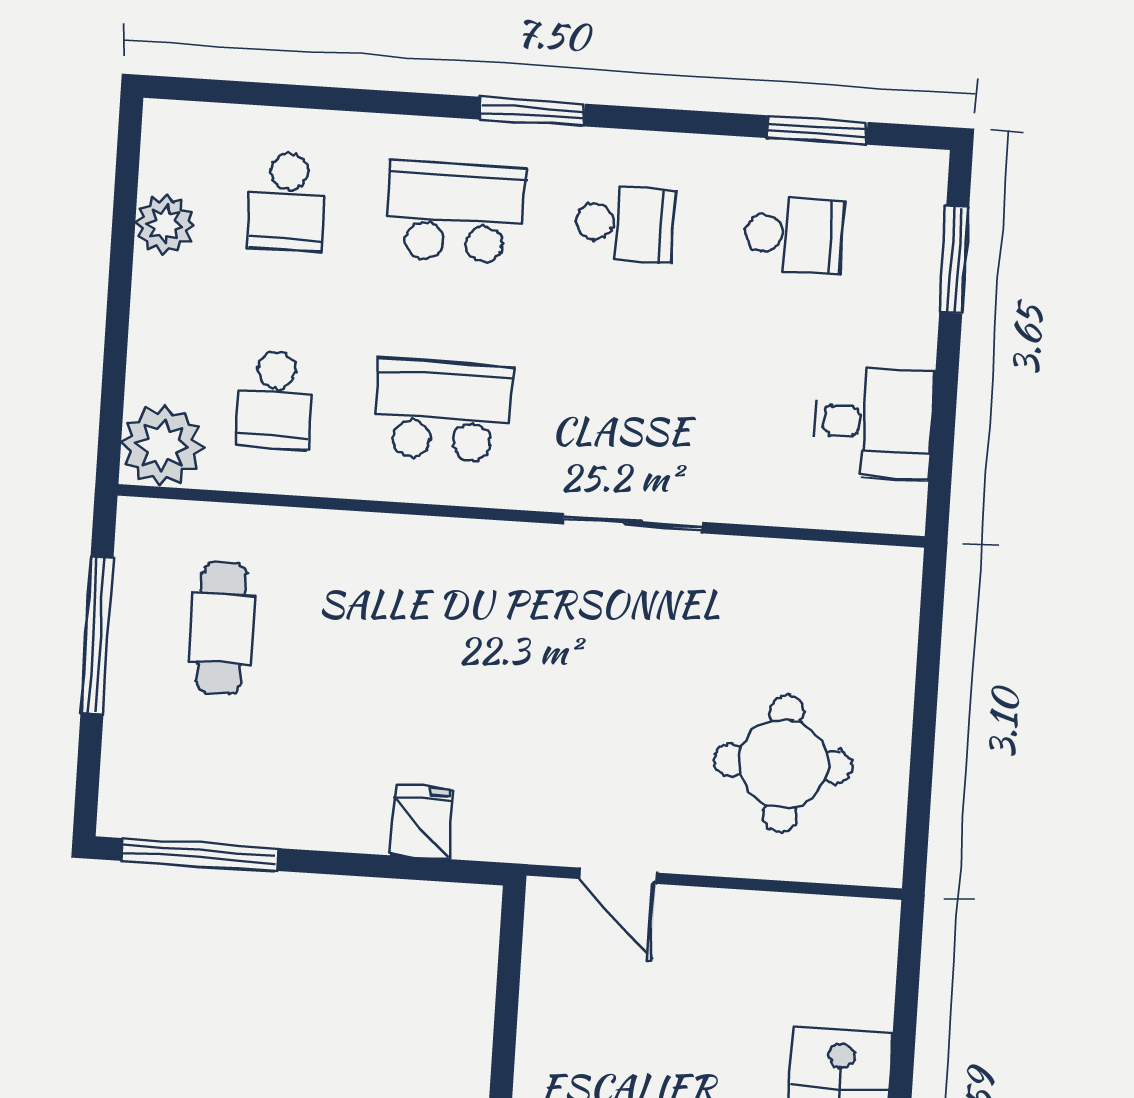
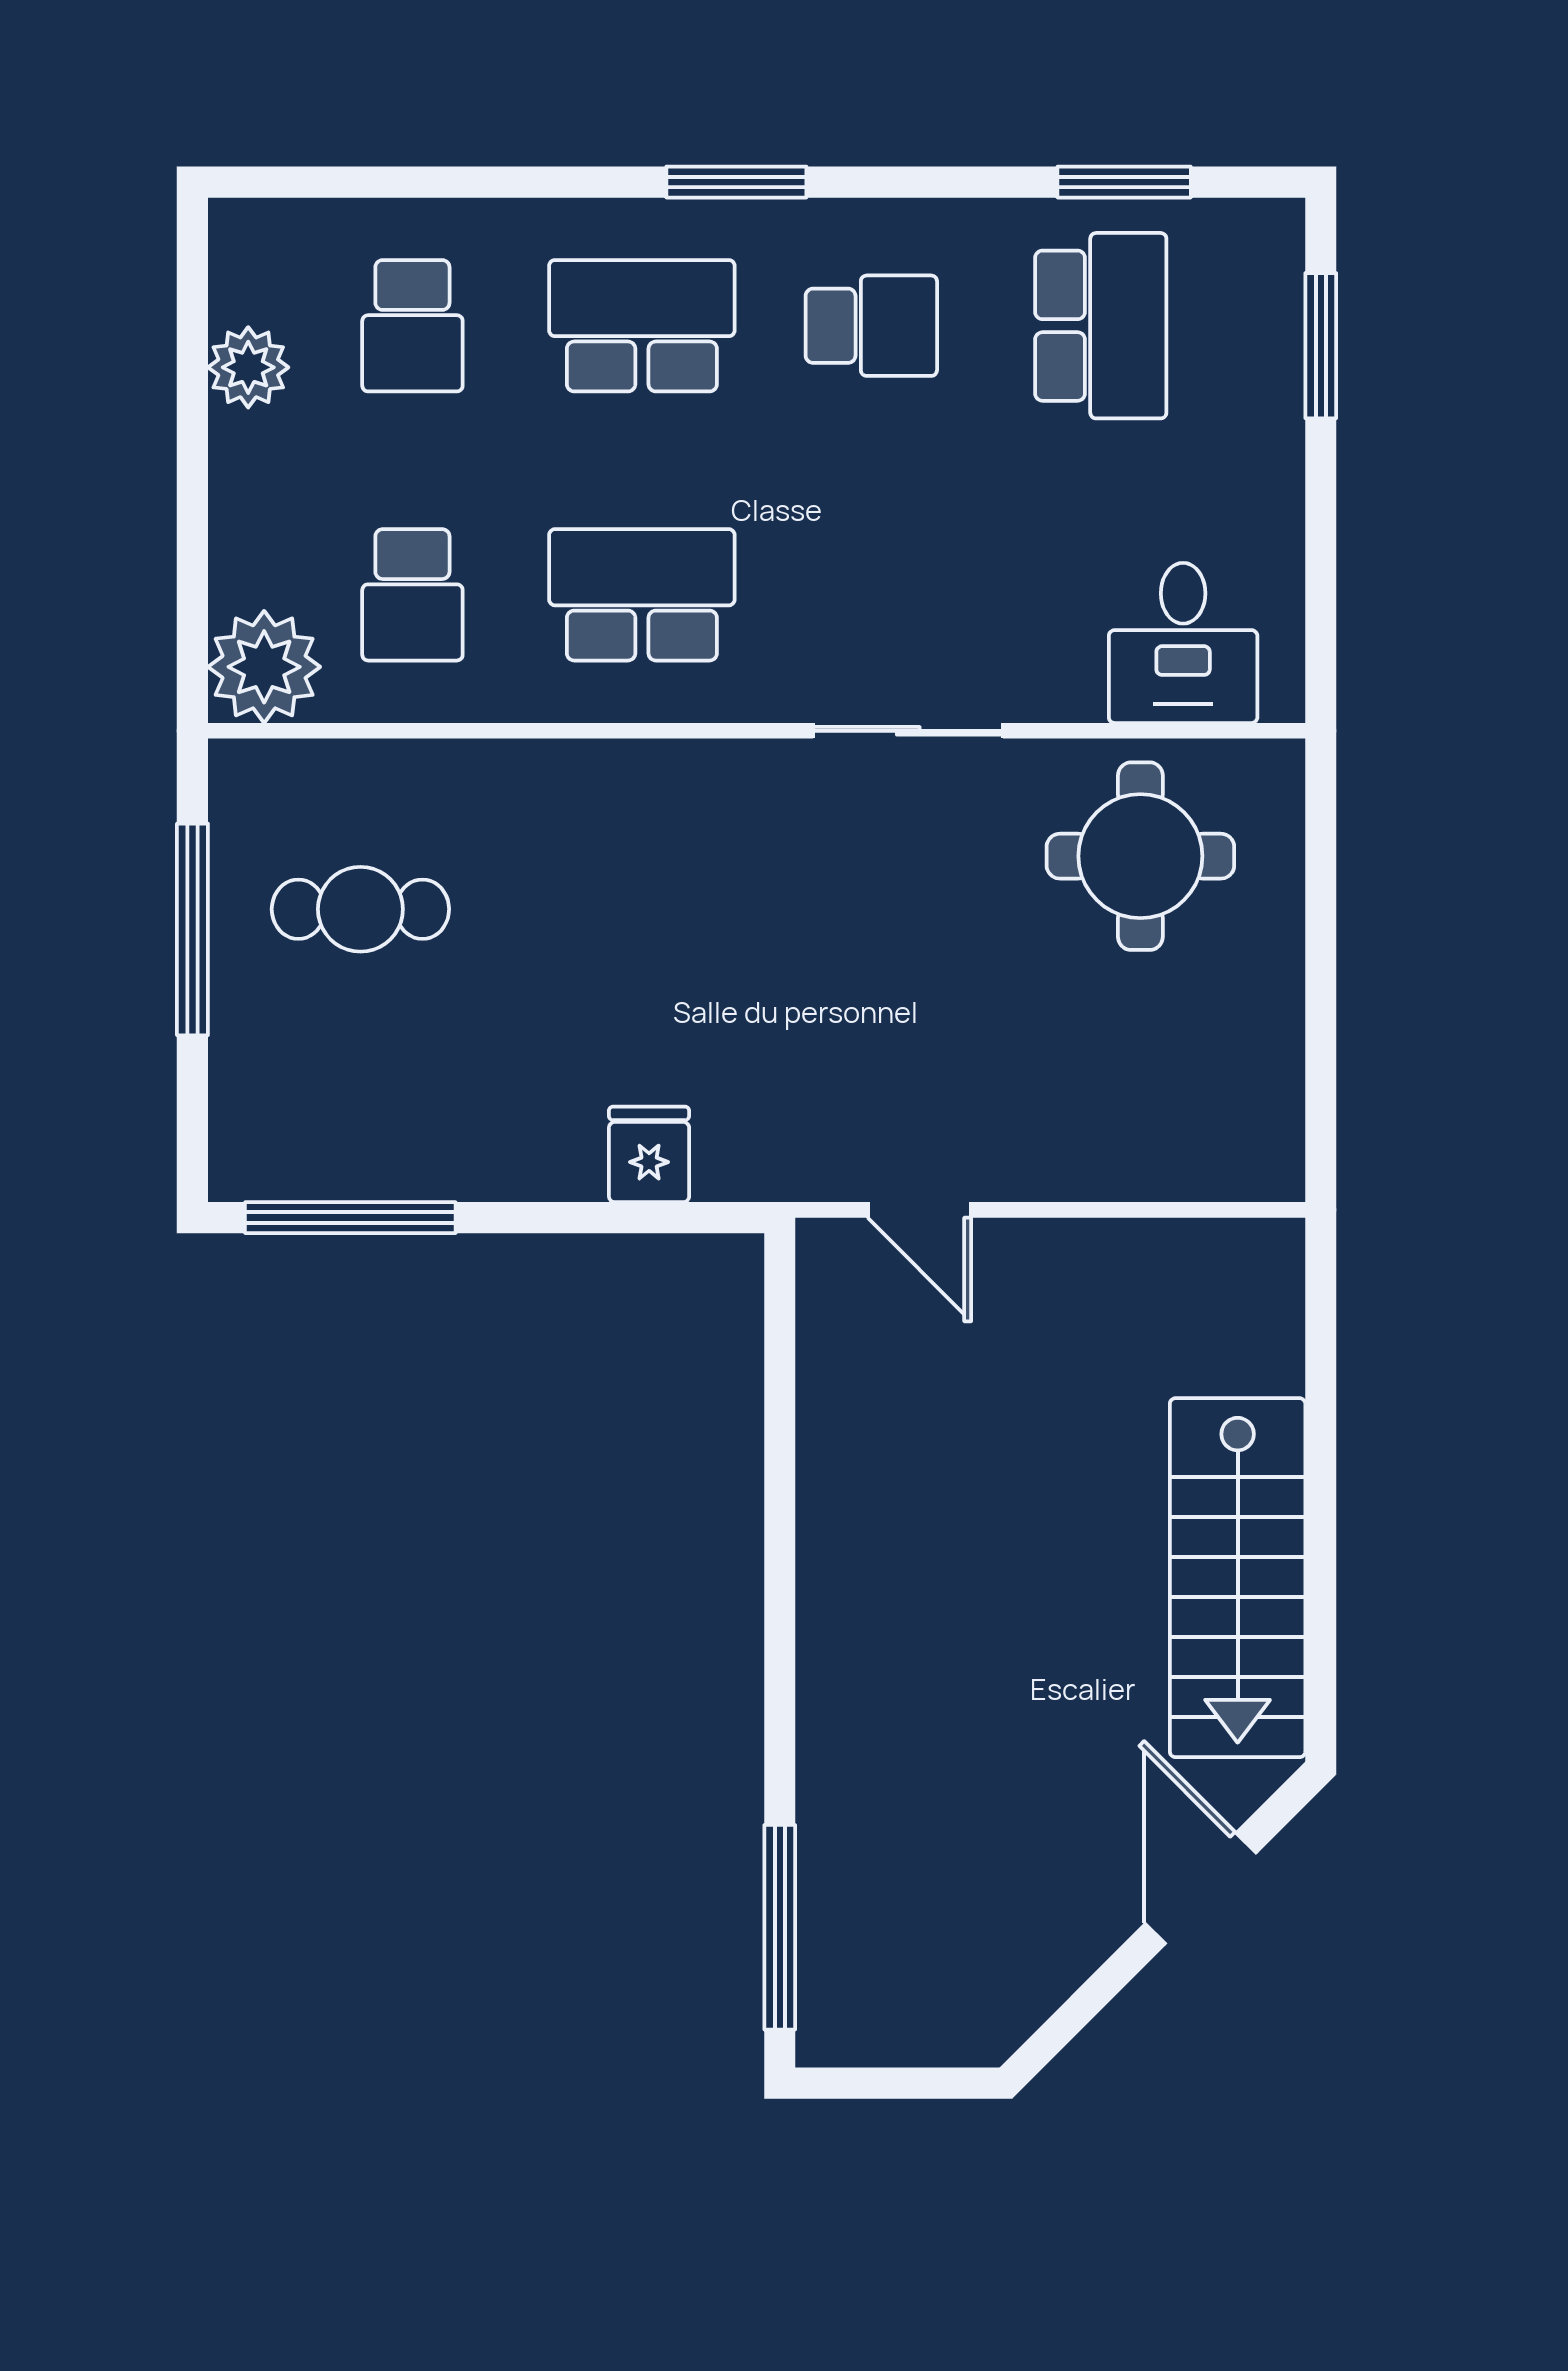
school desk: (793, 235) -> (1101, 326), width x1.85
desk: (873, 422) -> (1183, 643), moved, turned 90
cafe table: (222, 628) -> (360, 909), turned 90
round table: (783, 764) -> (1140, 856), moved

